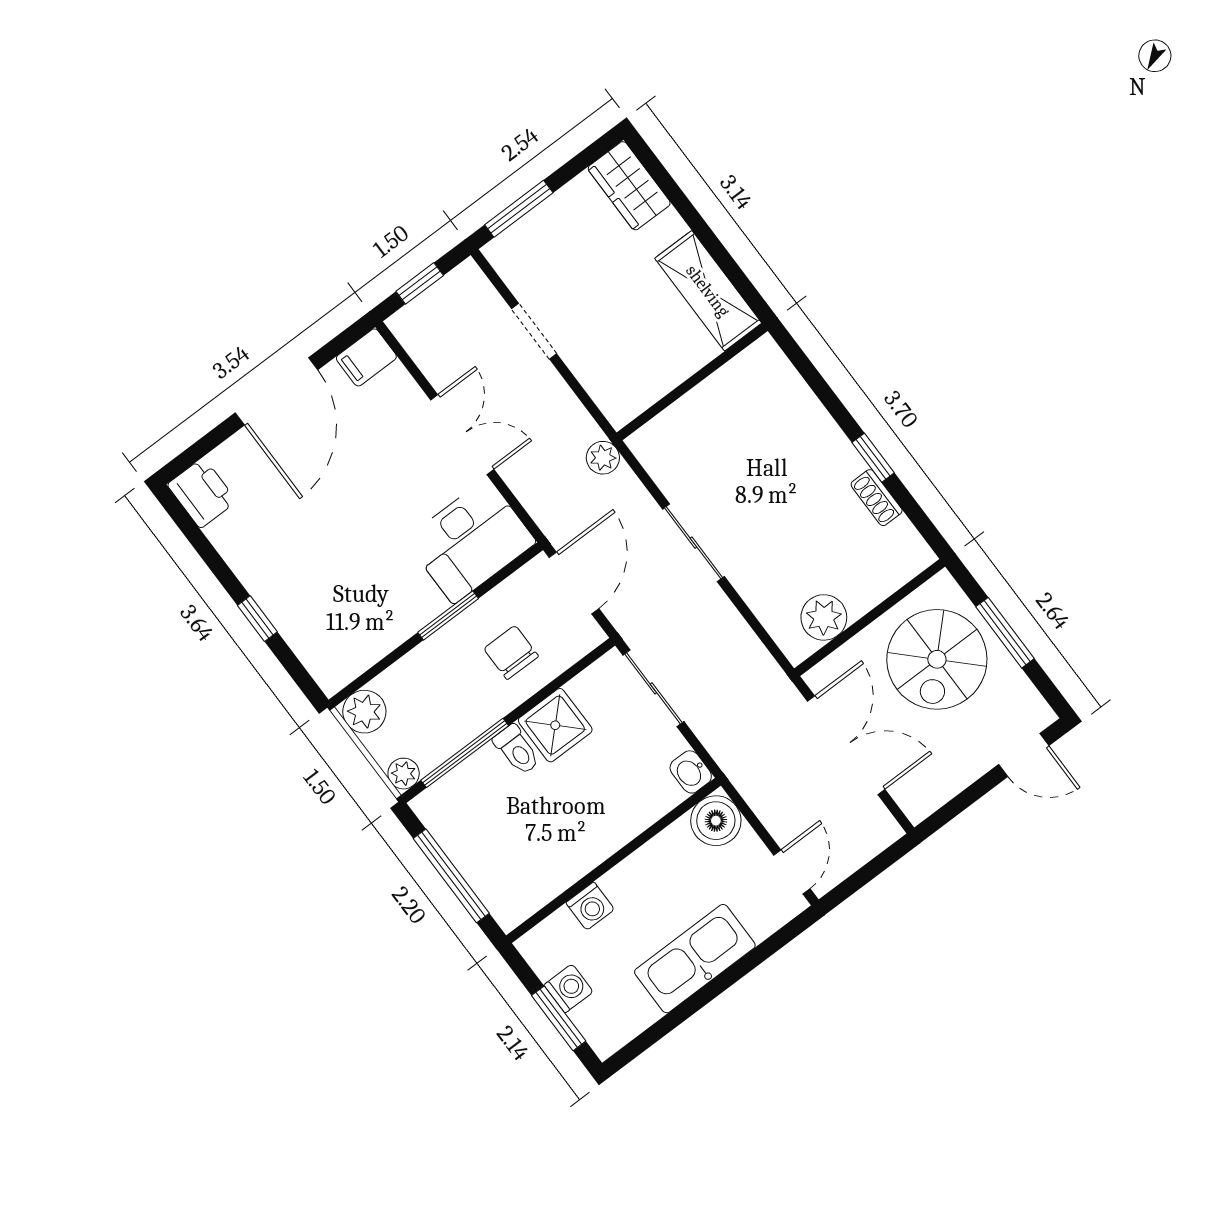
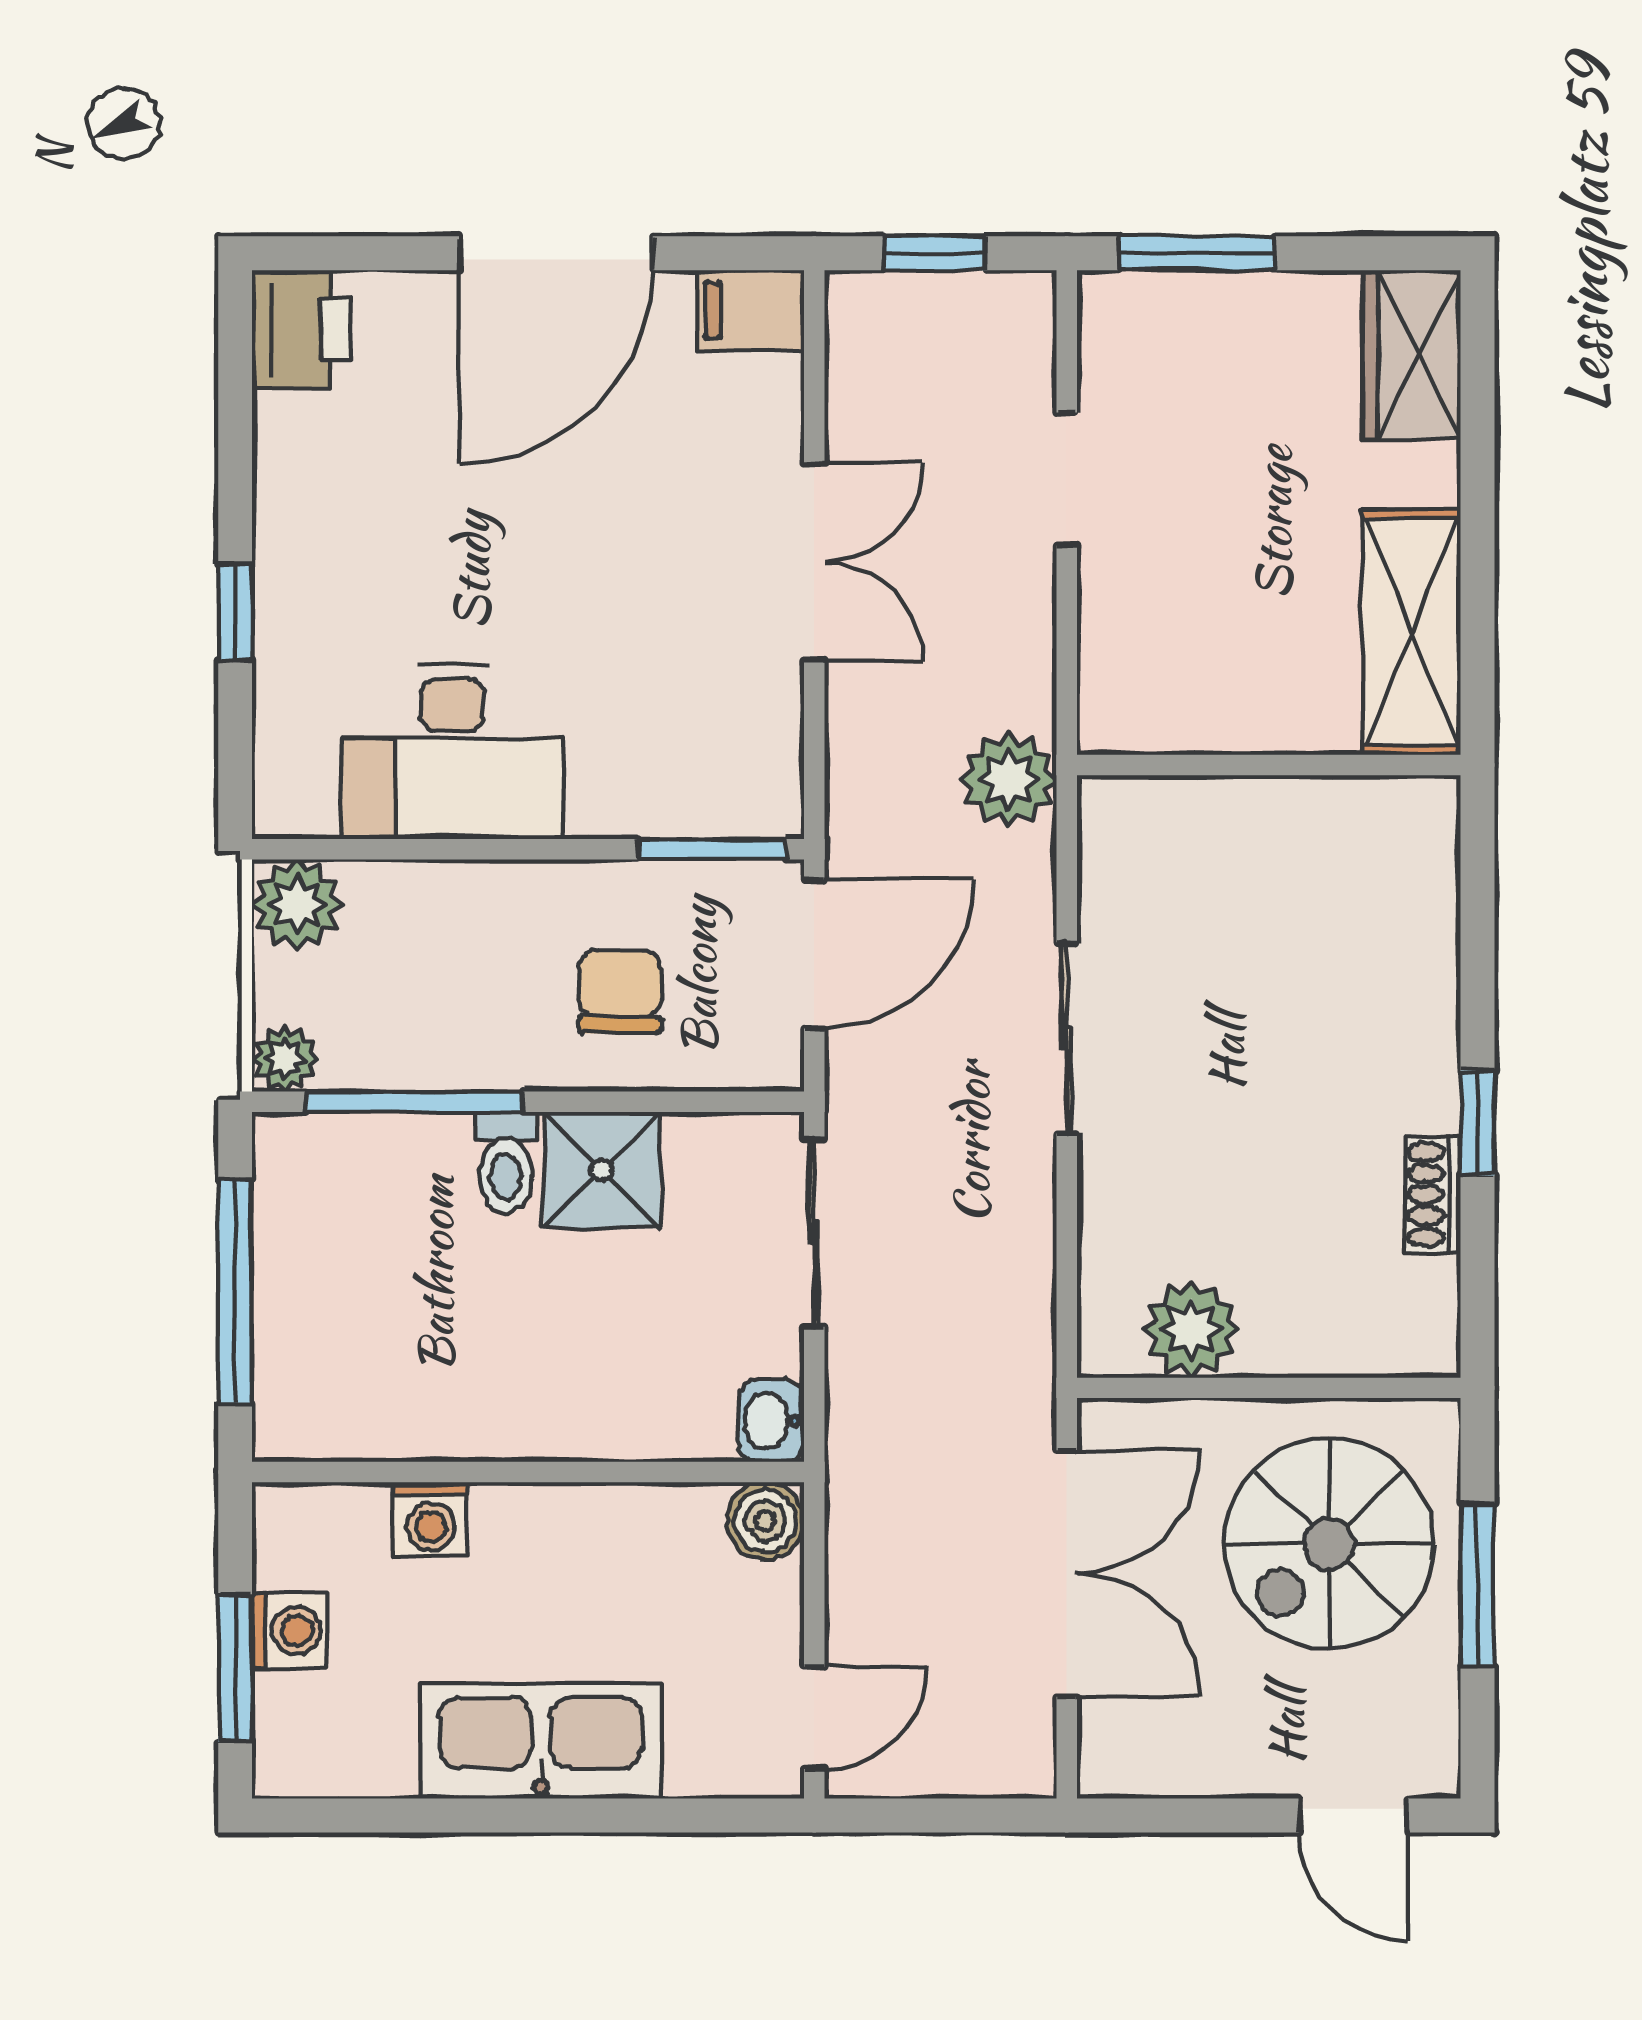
plant: (603, 458) -> (1009, 780), width x1.38, depth x1.38
desk: (471, 541) -> (453, 752), moved
window: (448, 615) -> (712, 849), moved
boiler: (716, 821) -> (765, 1521), width x0.73, depth x0.73

